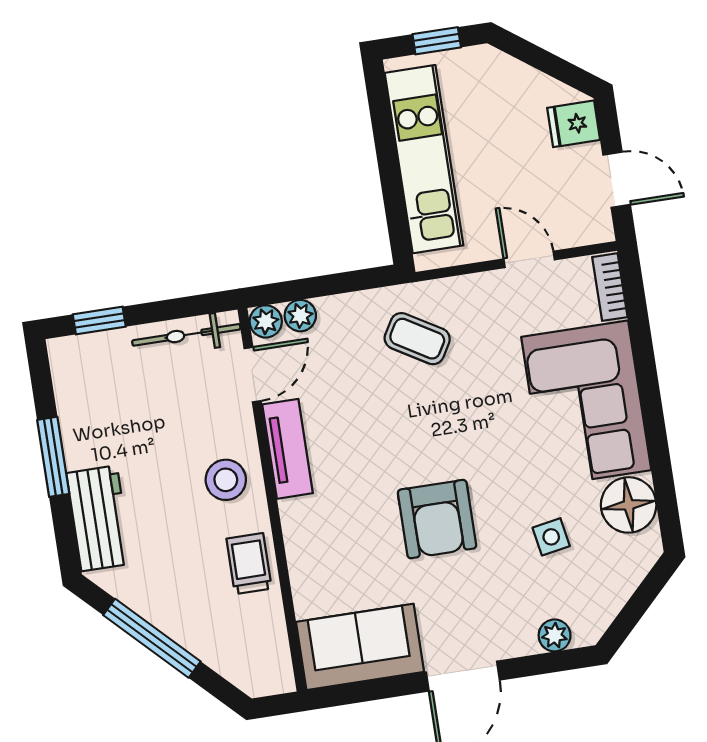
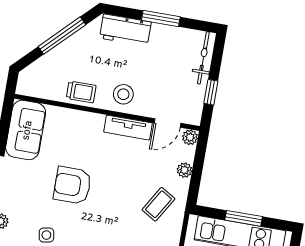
window: (388, 163) -> (244, 218), added
plant: (300, 316) -> (184, 170), moved
window: (99, 321) -> (211, 92), moved
bicycle: (186, 335) -> (203, 58), moved
door: (253, 375) -> (168, 123), hinge flipped

